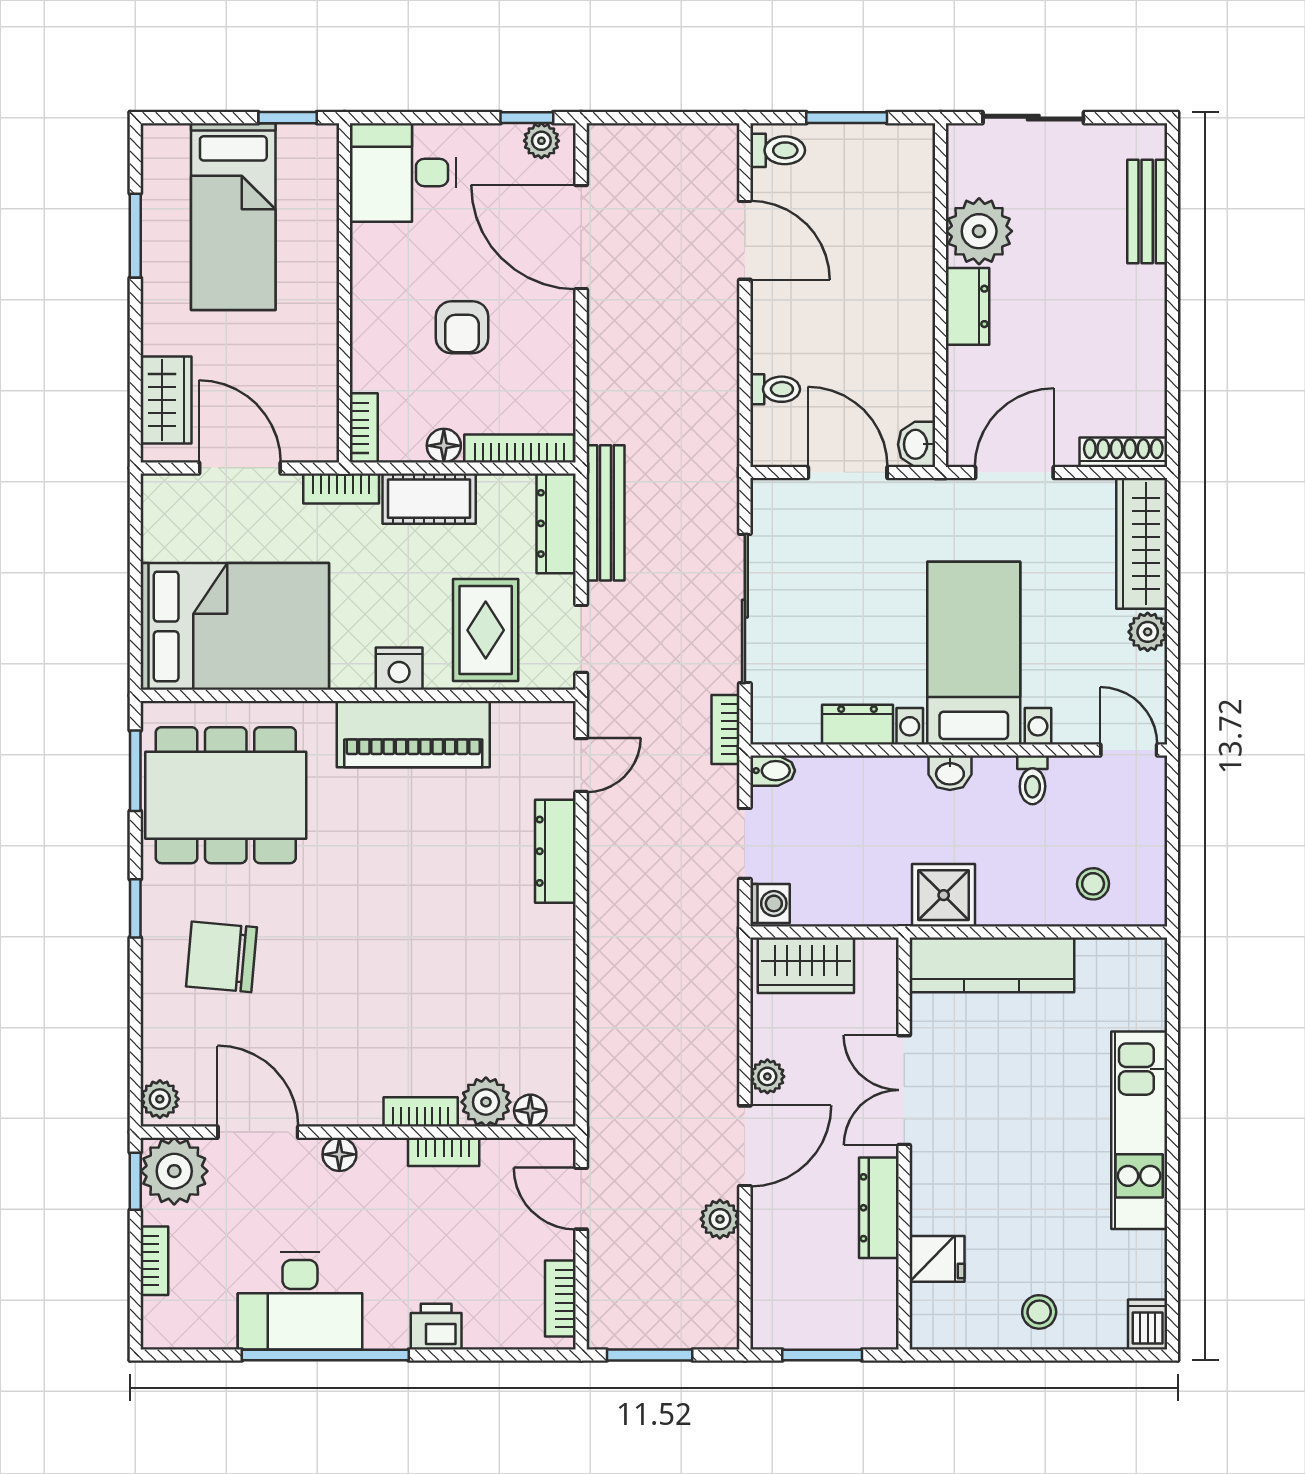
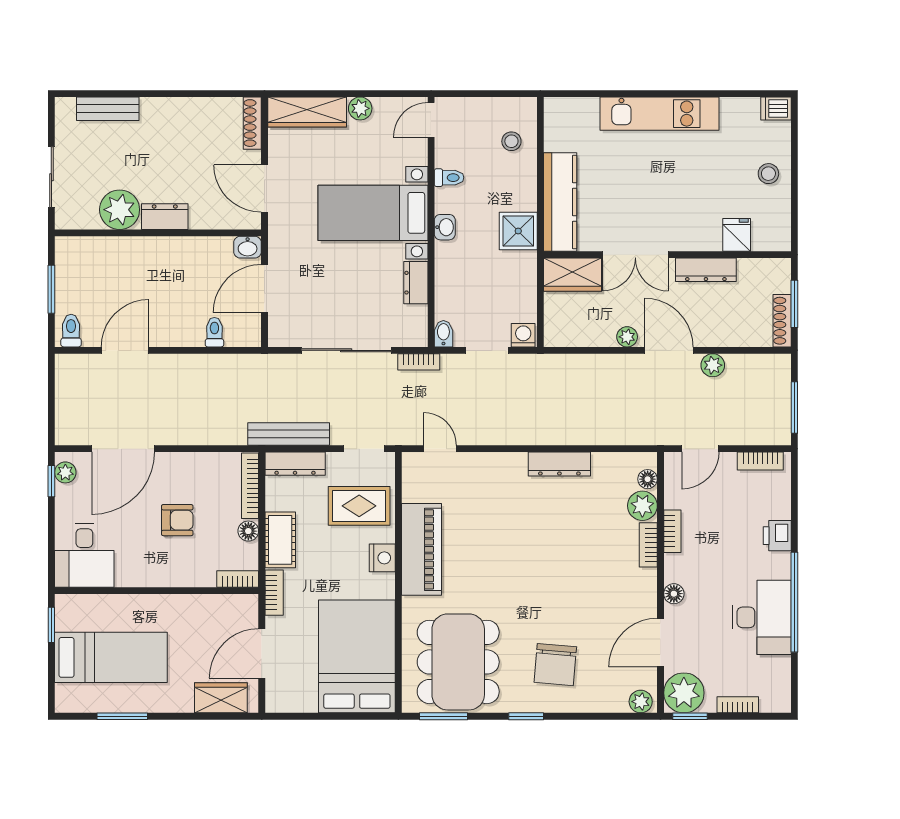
dresser: (555, 851) -> (559, 464), moved
wardrobe: (806, 965) -> (572, 275), moved, turned 90
shoe rack: (794, 1335) -> (782, 321), added

